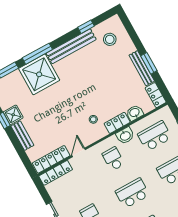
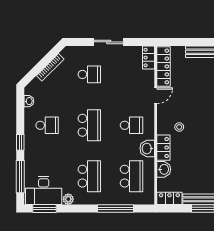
door: (79, 152) -> (156, 96), hinge flipped
locker: (56, 173) -> (148, 58), width x0.66

